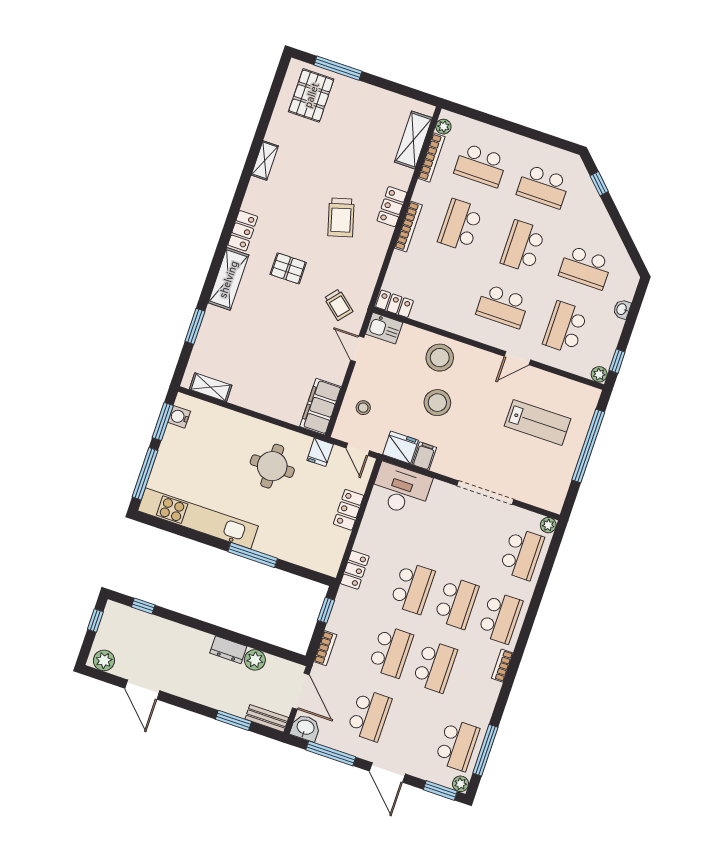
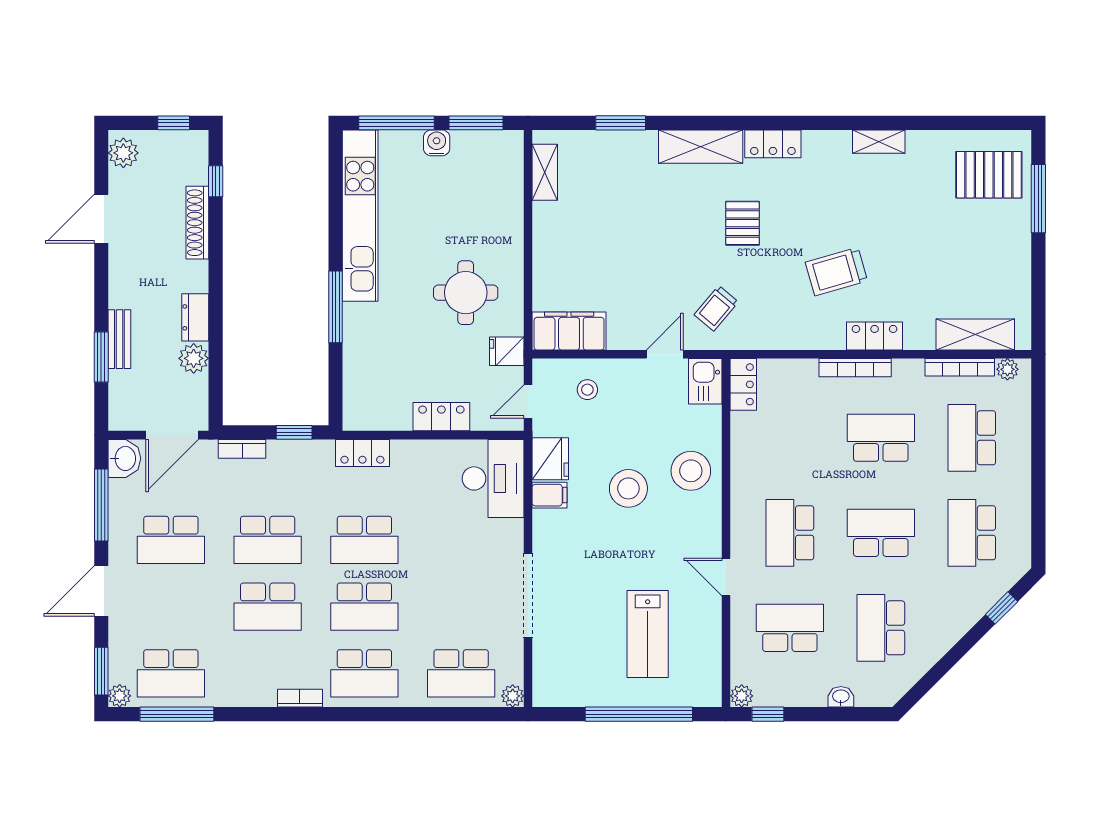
water cooler: (179, 417) -> (437, 143), moved
shoe rack: (166, 627) -> (197, 223), added
bench: (267, 718) -> (119, 339), moved

